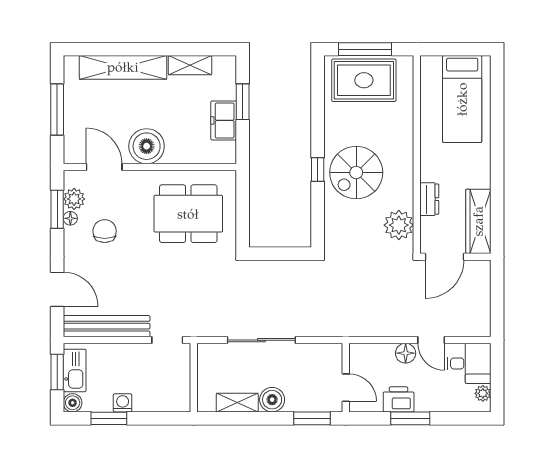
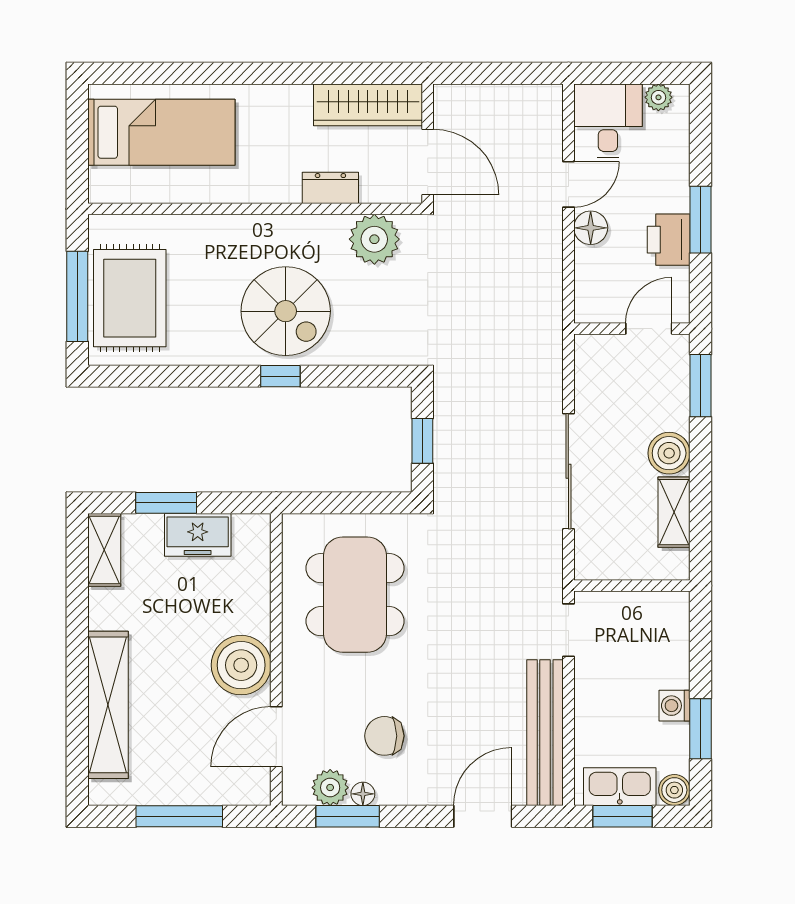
shelving: (190, 65) -> (104, 550), moved
window: (279, 254) -> (422, 441), added

